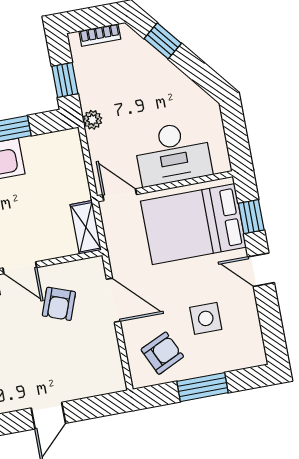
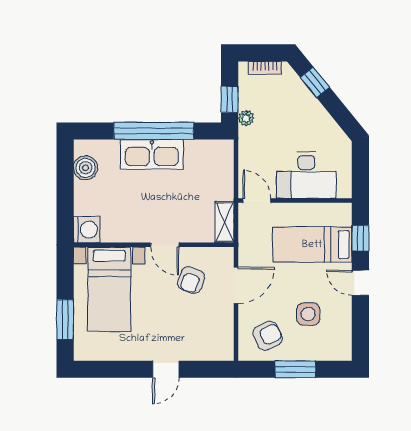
plant: (92, 120) -> (246, 118), moved
bed: (193, 224) -> (312, 245), width x0.67
door: (113, 300) -> (236, 285), hinge flipped

